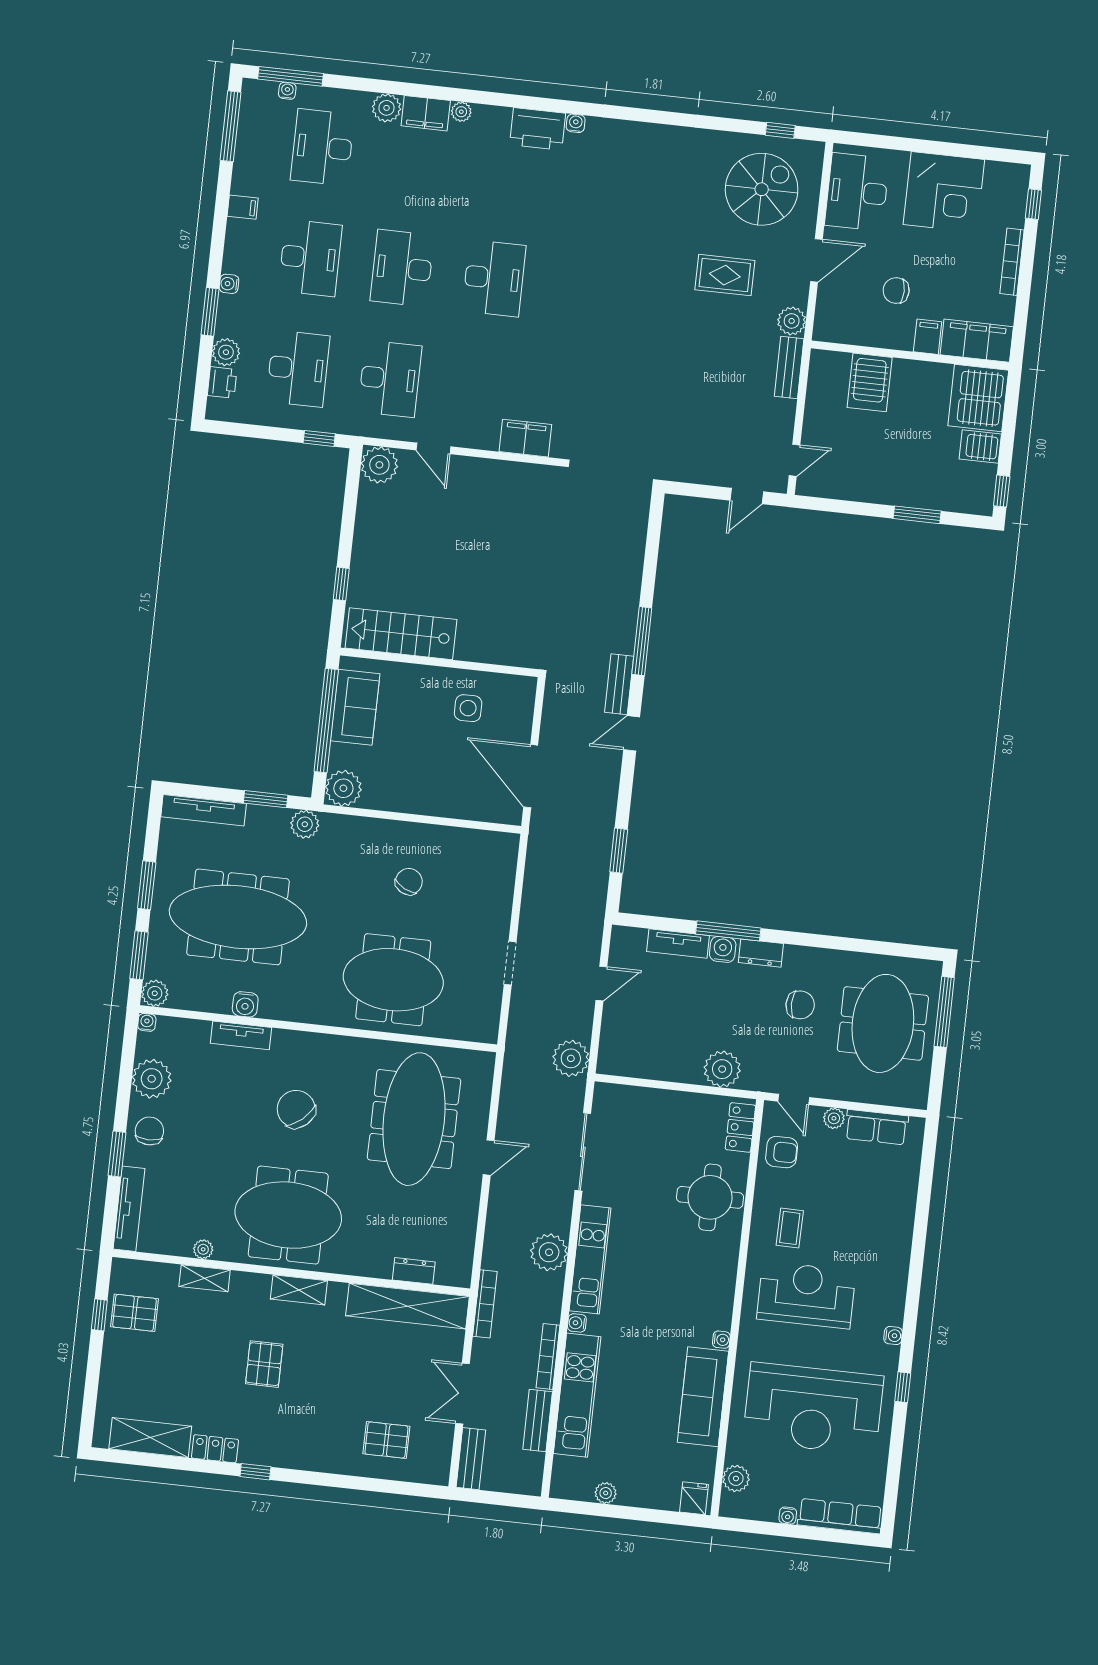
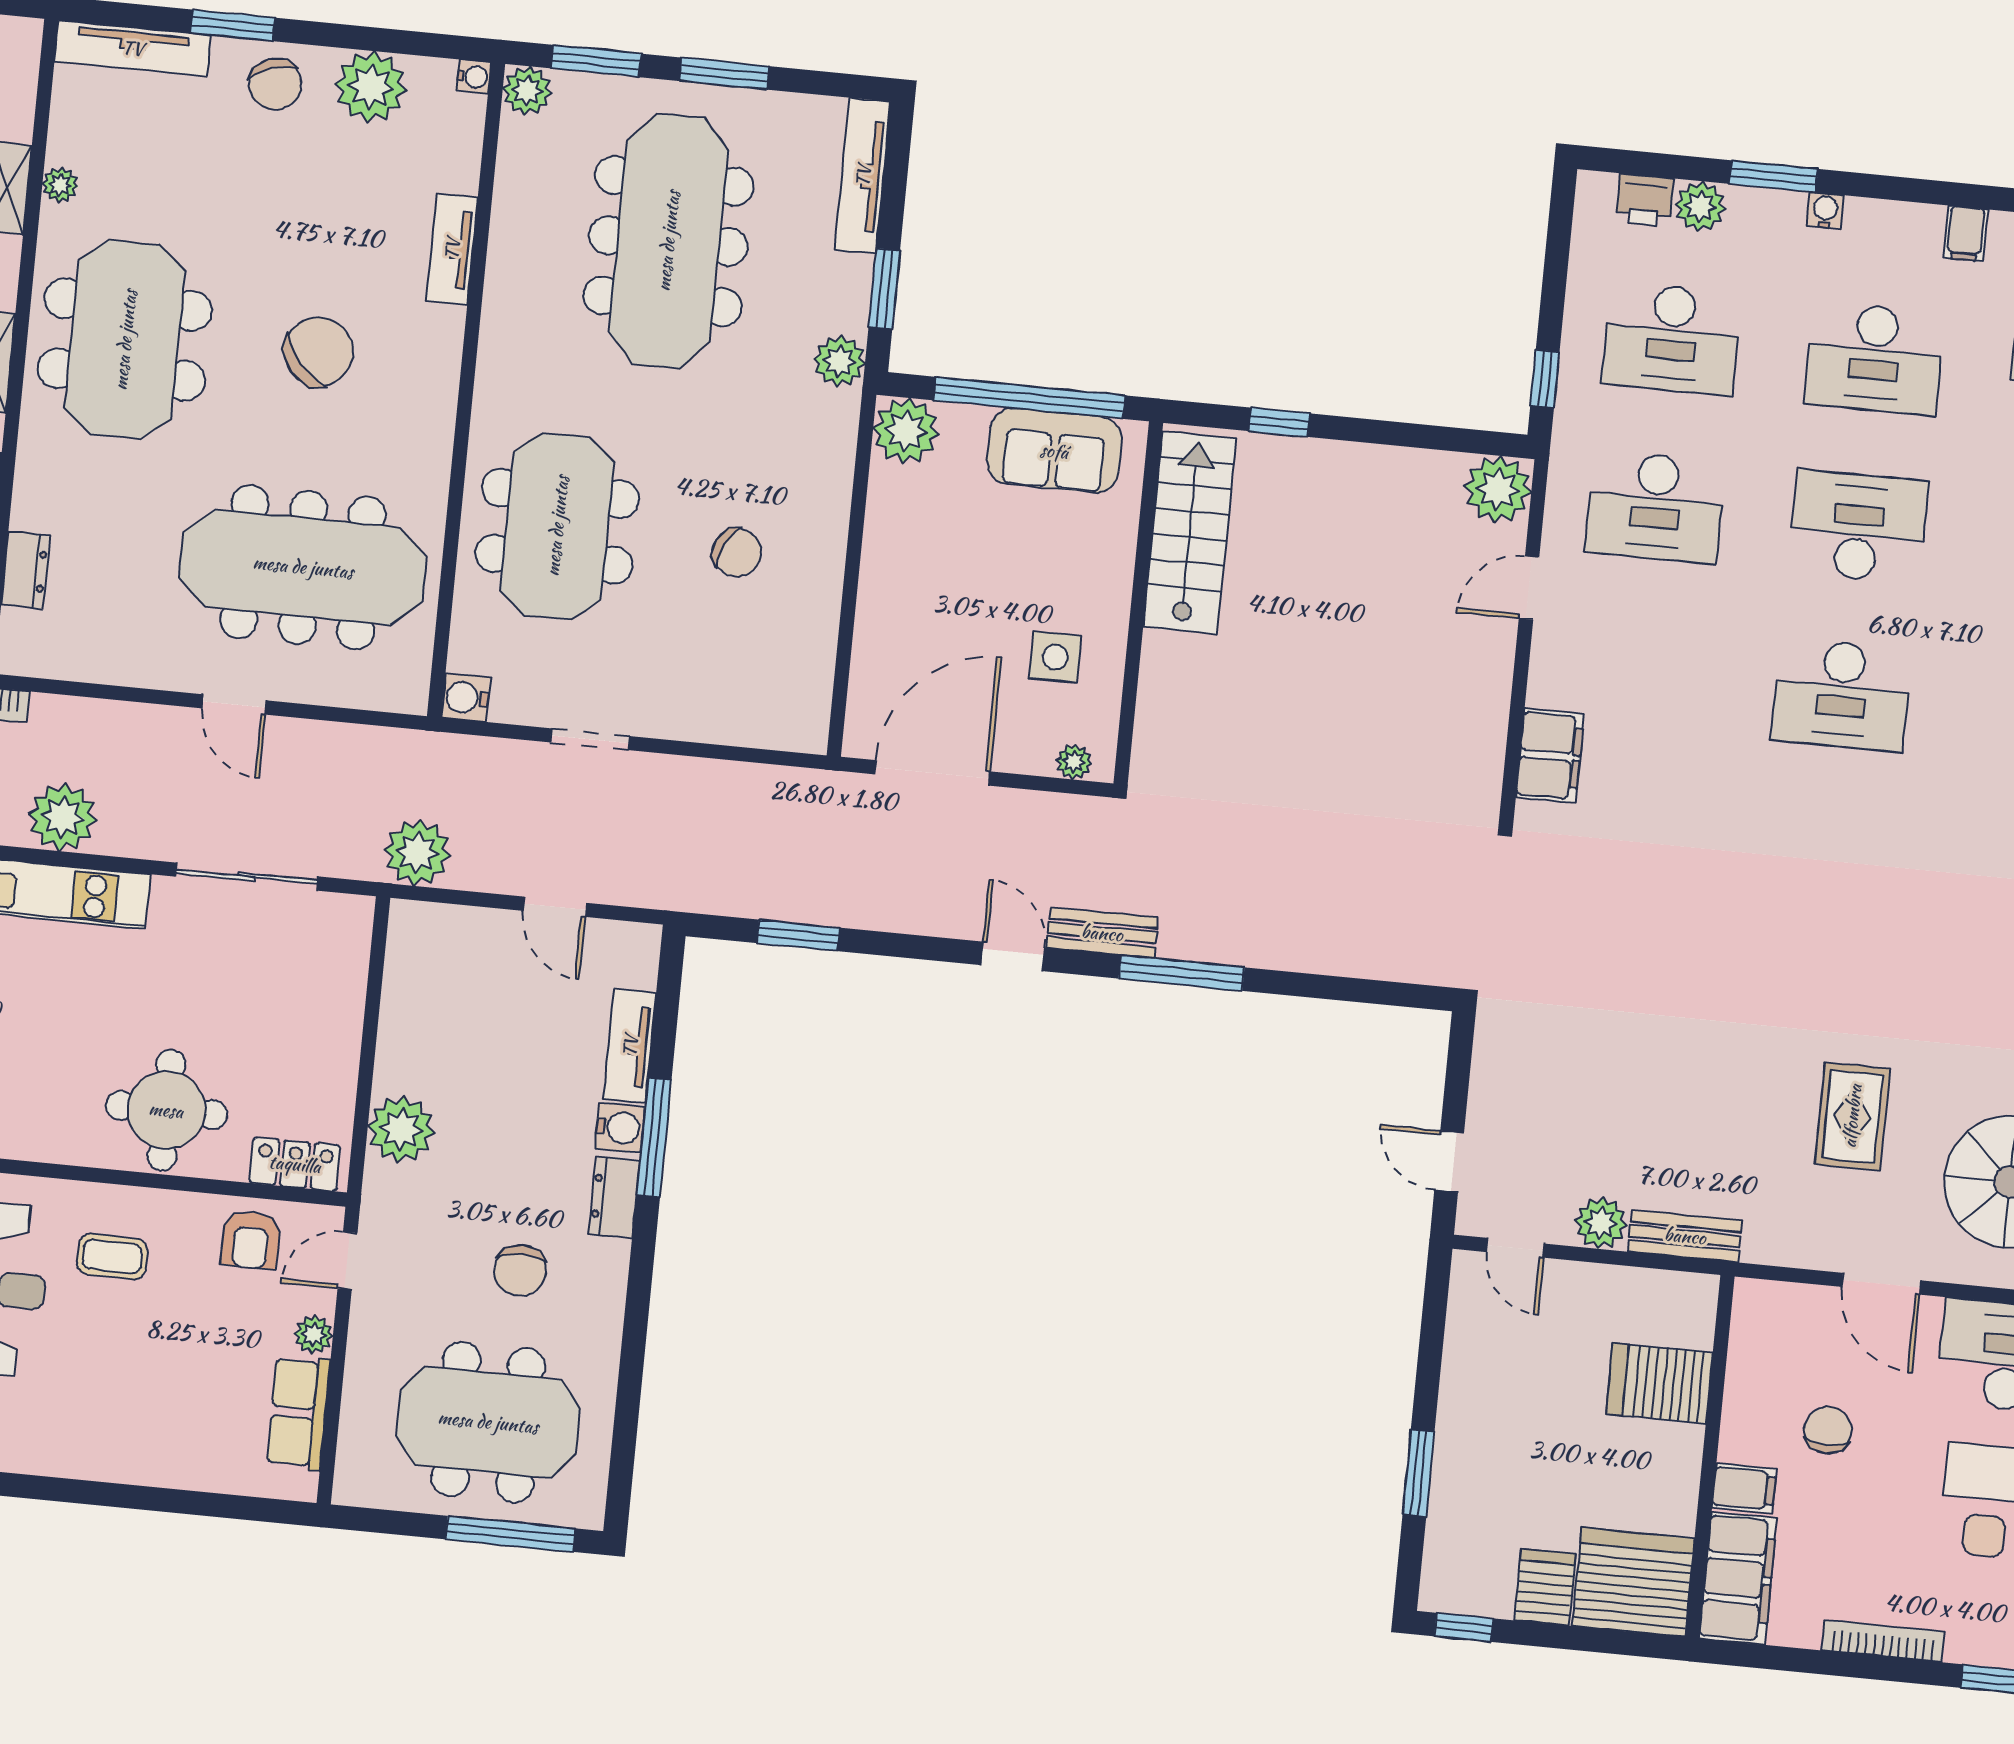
plant: (792, 321) -> (1601, 1223), moved
plant: (526, 699) -> (1074, 762), added
water cooler: (245, 1004) -> (466, 697), moved
chair: (149, 1131) -> (275, 84), turned 71

